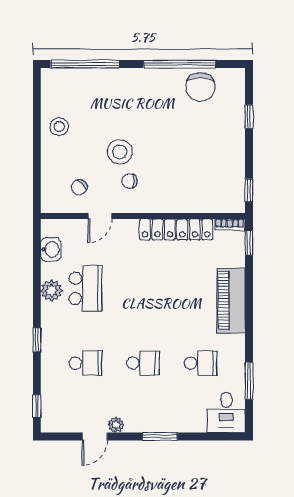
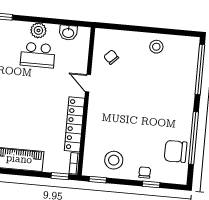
stool: (120, 152) -> (114, 160), moved
chair: (129, 181) -> (145, 172), moved
door: (100, 216) -> (88, 83), moved

